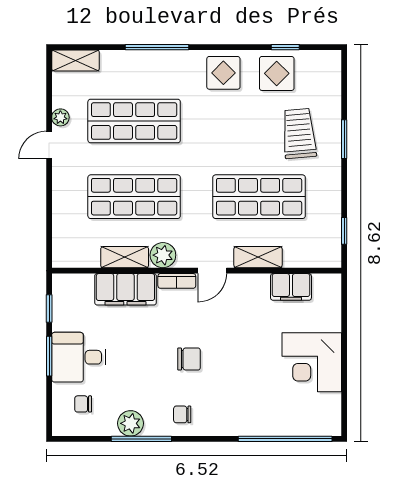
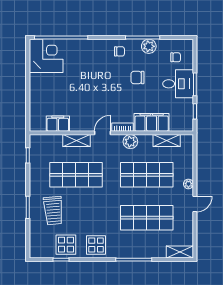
plant: (60, 117) -> (188, 184), moved
shelving: (125, 257) -> (167, 141), moved
chair: (189, 359) -> (137, 78), moved
corner desk: (312, 362) -> (46, 56), moved

